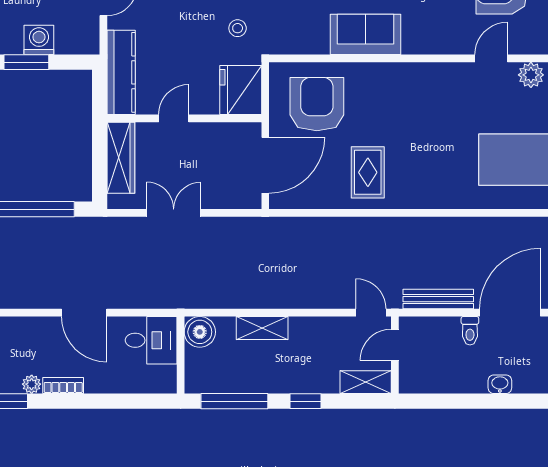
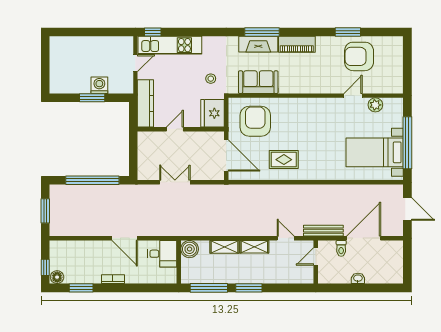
sofa: (366, 34) -> (258, 82), moved
wardrobe: (121, 158) -> (145, 151), removed
door: (265, 165) -> (226, 156), hinge flipped
rug: (368, 172) -> (284, 160), turned 90
door: (395, 345) -> (316, 256), moved
wall: (395, 355) -> (316, 262), moved
shelving: (366, 382) -> (254, 247), moved
plant: (32, 384) -> (95, 278), removed
window: (305, 401) -> (249, 288), width x1.50

